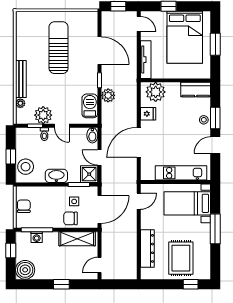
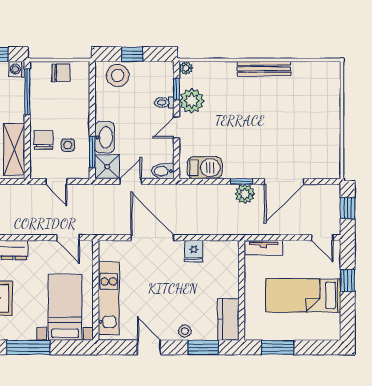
door: (139, 24) -> (322, 238), hinge flipped
bed: (185, 37) -> (303, 295), width x0.67
window: (215, 44) -> (278, 347), moved
sun lounger: (59, 48) -> (288, 123), removed
tv unit: (146, 60) -> (263, 248), width x0.71
bench: (21, 79) -> (264, 69), moved
plant: (156, 92) -> (225, 262), removed
plant: (108, 95) -> (245, 194), moved
plant: (20, 103) -> (186, 68), moved
window: (215, 118) -> (203, 347), moved
washbasin: (56, 176) -> (105, 137), moved
door: (100, 209) -> (56, 181), width x0.53
washing machine: (37, 237) -> (17, 69), moved

